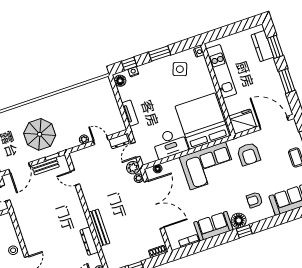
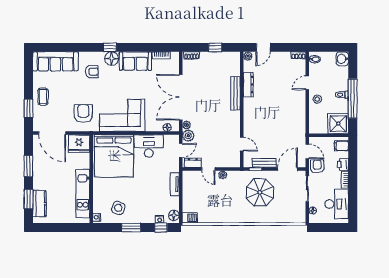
barbecue: (103, 84) -> (190, 218), added

